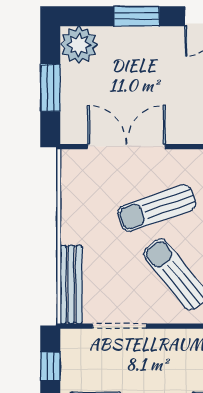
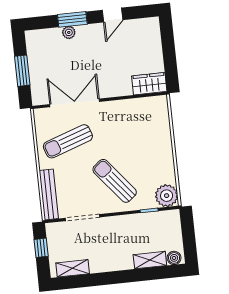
plant: (79, 45) -> (69, 32), moved, width x0.53, depth x0.53
sun lounger: (157, 208) -> (68, 141), moved

